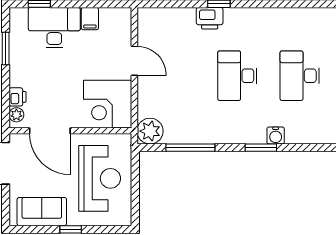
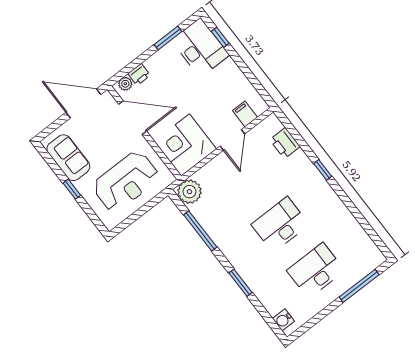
printer: (210, 18) -> (285, 143), moved
filing cabinet: (90, 19) -> (245, 114), moved, turned 90
desk: (54, 28) -> (200, 48), moved
door: (50, 131) -> (133, 118), swing flipped
water cooler: (276, 136) -> (283, 320), moved

